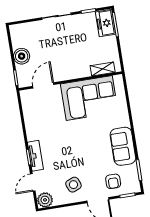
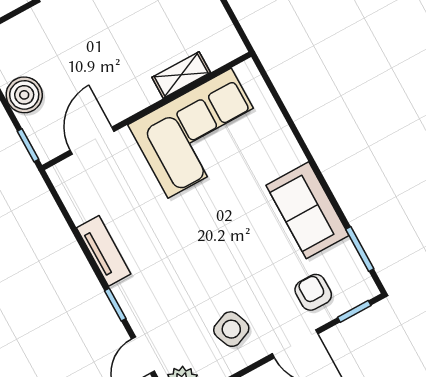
shelving: (103, 69) -> (181, 75), moved
tv unit: (35, 156) -> (104, 251), moved
armchair: (113, 181) -> (313, 292), turned 180

